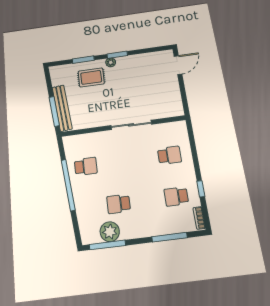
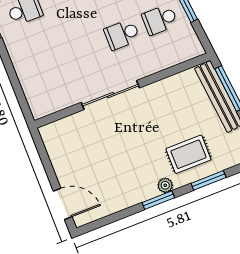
door: (178, 65) -> (63, 204), swing flipped
school desk: (169, 155) -> (122, 34), moved

